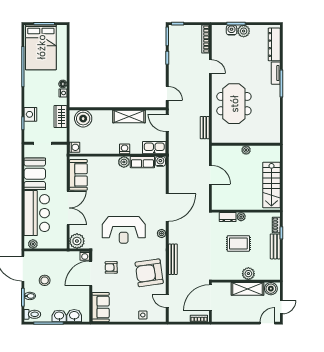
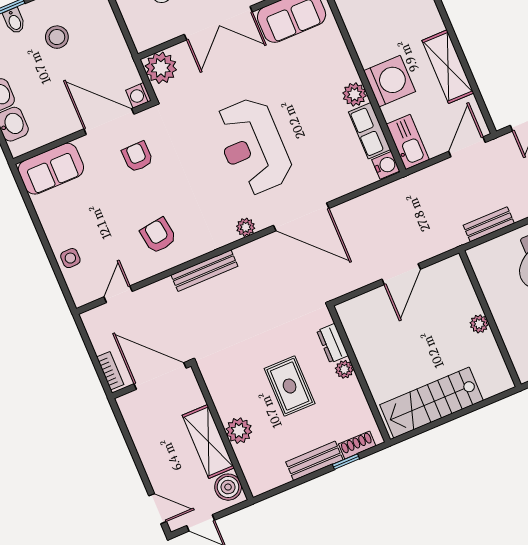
washing machine: (125, 149) -> (389, 81), width x1.89, depth x1.89
reception desk: (124, 230) -> (253, 146), moved
armchair: (149, 273) -> (158, 236), width x0.53, depth x0.53

